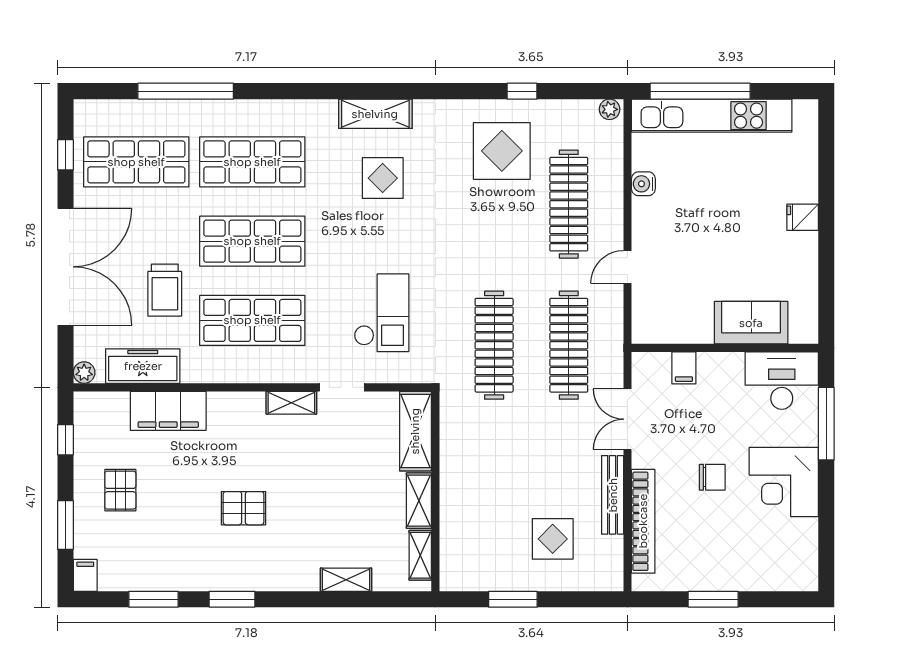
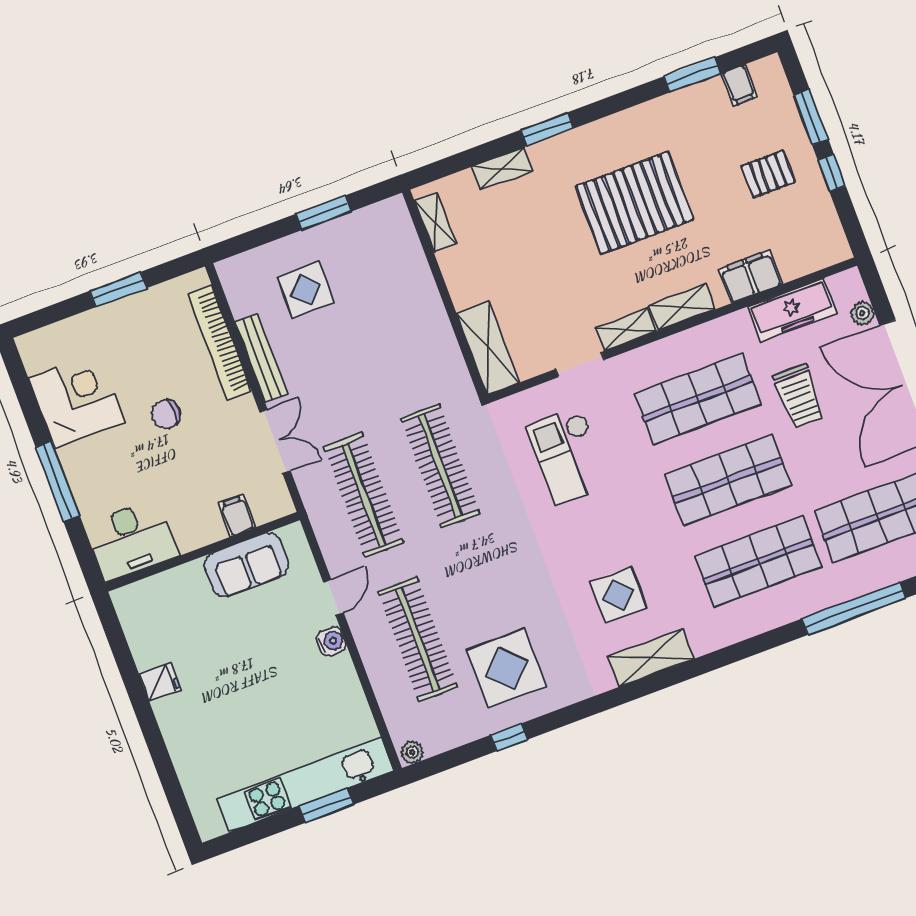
window: (700, 91) -> (326, 806), width x0.47
water cooler: (643, 184) -> (331, 641), moved
fridge: (803, 217) -> (160, 682), moved
trolley: (165, 290) -> (799, 396), turned 180
sofa: (751, 323) -> (246, 565), moved
plant: (84, 373) -> (862, 313), moved
filing cabinet: (168, 411) -> (750, 277), width x0.67, depth x0.86
window: (826, 424) -> (58, 481), moved
window: (65, 440) -> (832, 173), moved
corner desk: (784, 482) -> (77, 400), moved
pallet: (120, 490) -> (768, 174), turned 90
shelving: (419, 501) -> (682, 307), moved, turned 90
pallet: (243, 508) -> (635, 203), width x2.05, depth x2.00
filing cabinet: (85, 575) -> (739, 85), moved
window: (232, 599) -> (547, 129), moved

